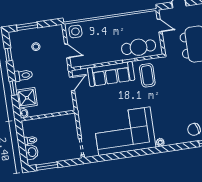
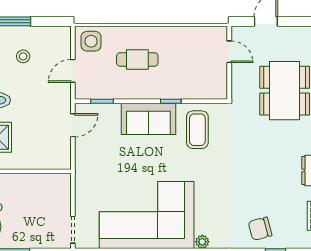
cafe table: (139, 47) -> (137, 59), moved, width x0.73, depth x0.74
door: (67, 51) -> (73, 71), swing flipped
sofa: (111, 74) -> (148, 119), width x0.73

